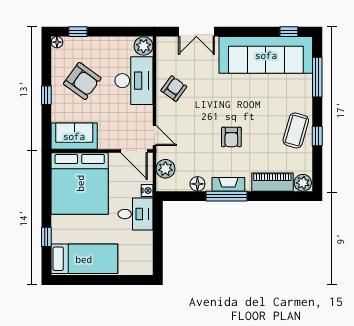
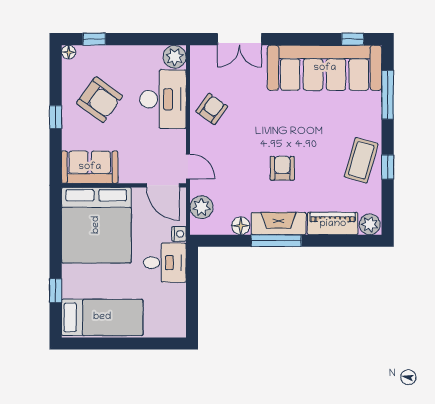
armchair: (231, 137) -> (282, 168), turned 180
fireplace: (228, 184) -> (279, 224), width x1.37, depth x1.32

